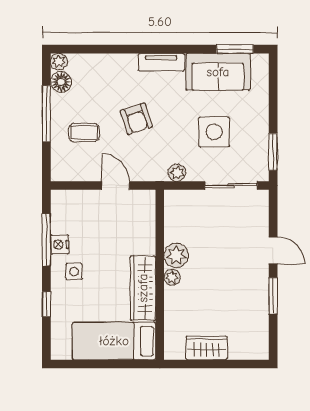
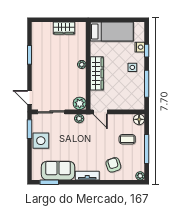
floor lamp: (61, 82) -> (139, 119), moved
armchair: (136, 119) -> (113, 165), moved
side table: (214, 132) -> (41, 141), moved
door: (116, 186) -> (100, 112), moved
nightstand: (60, 244) -> (140, 47), moved
door: (273, 250) -> (30, 97), moved
plant: (176, 255) -> (80, 103), moved
wardrobe: (143, 288) -> (97, 73), moved

